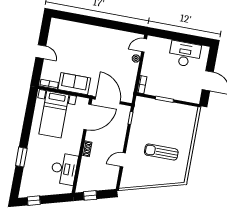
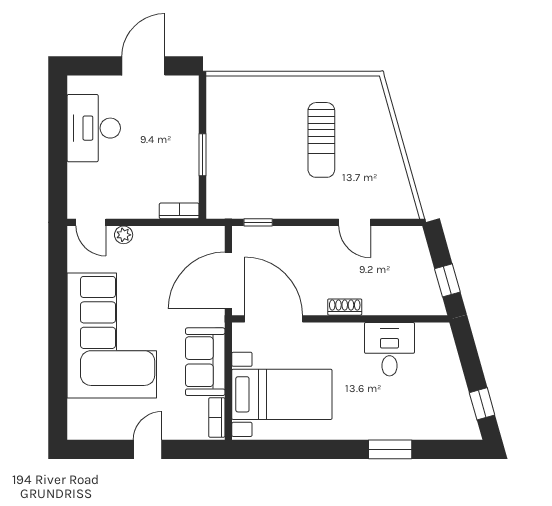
corner sofa: (93, 45) -> (112, 336), added
desk: (64, 169) -> (389, 349), width x0.73

